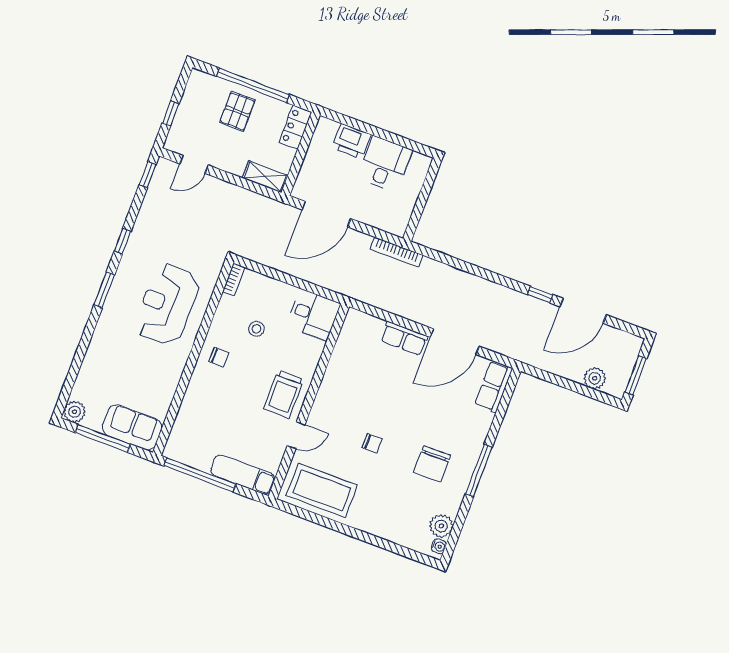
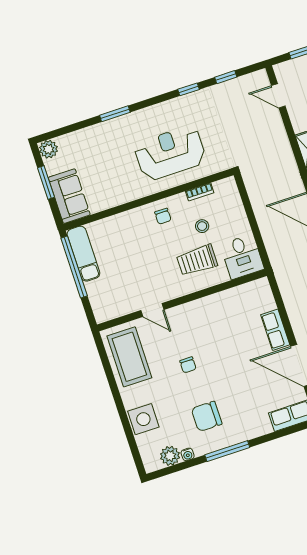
window: (148, 175) -> (226, 77), moved
bookcase: (234, 280) -> (200, 192), moved
window: (104, 290) -> (115, 114), moved
trolley: (284, 394) -> (197, 260), moved
window: (103, 438) -> (46, 183), width x0.69
exam couch: (243, 475) -> (83, 254), moved
side table: (389, 523) -> (143, 419), added
water cooler: (439, 546) -> (188, 454), moved

